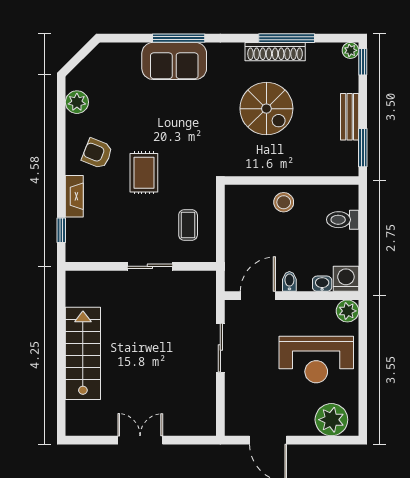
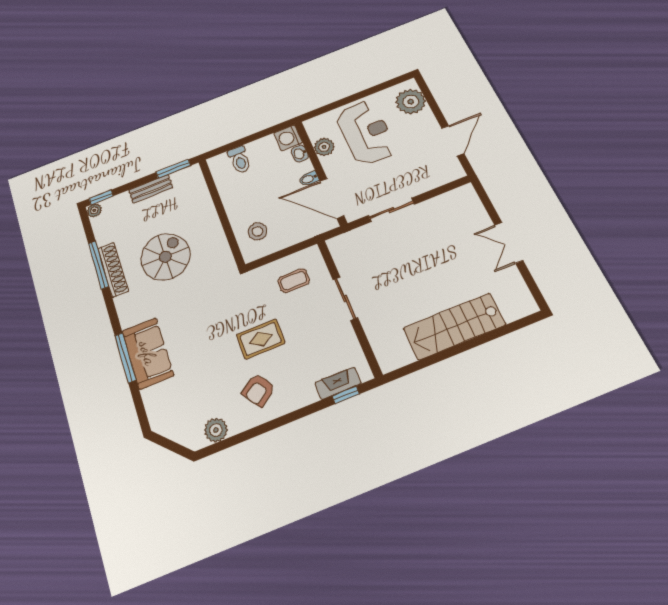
armchair: (97, 153) -> (258, 390), turned 33
fireplace: (74, 196) -> (338, 383), moved
stool: (284, 202) -> (257, 231), moved
door: (258, 296) -> (332, 198), width x1.36
plant: (347, 311) -> (324, 147), moved

